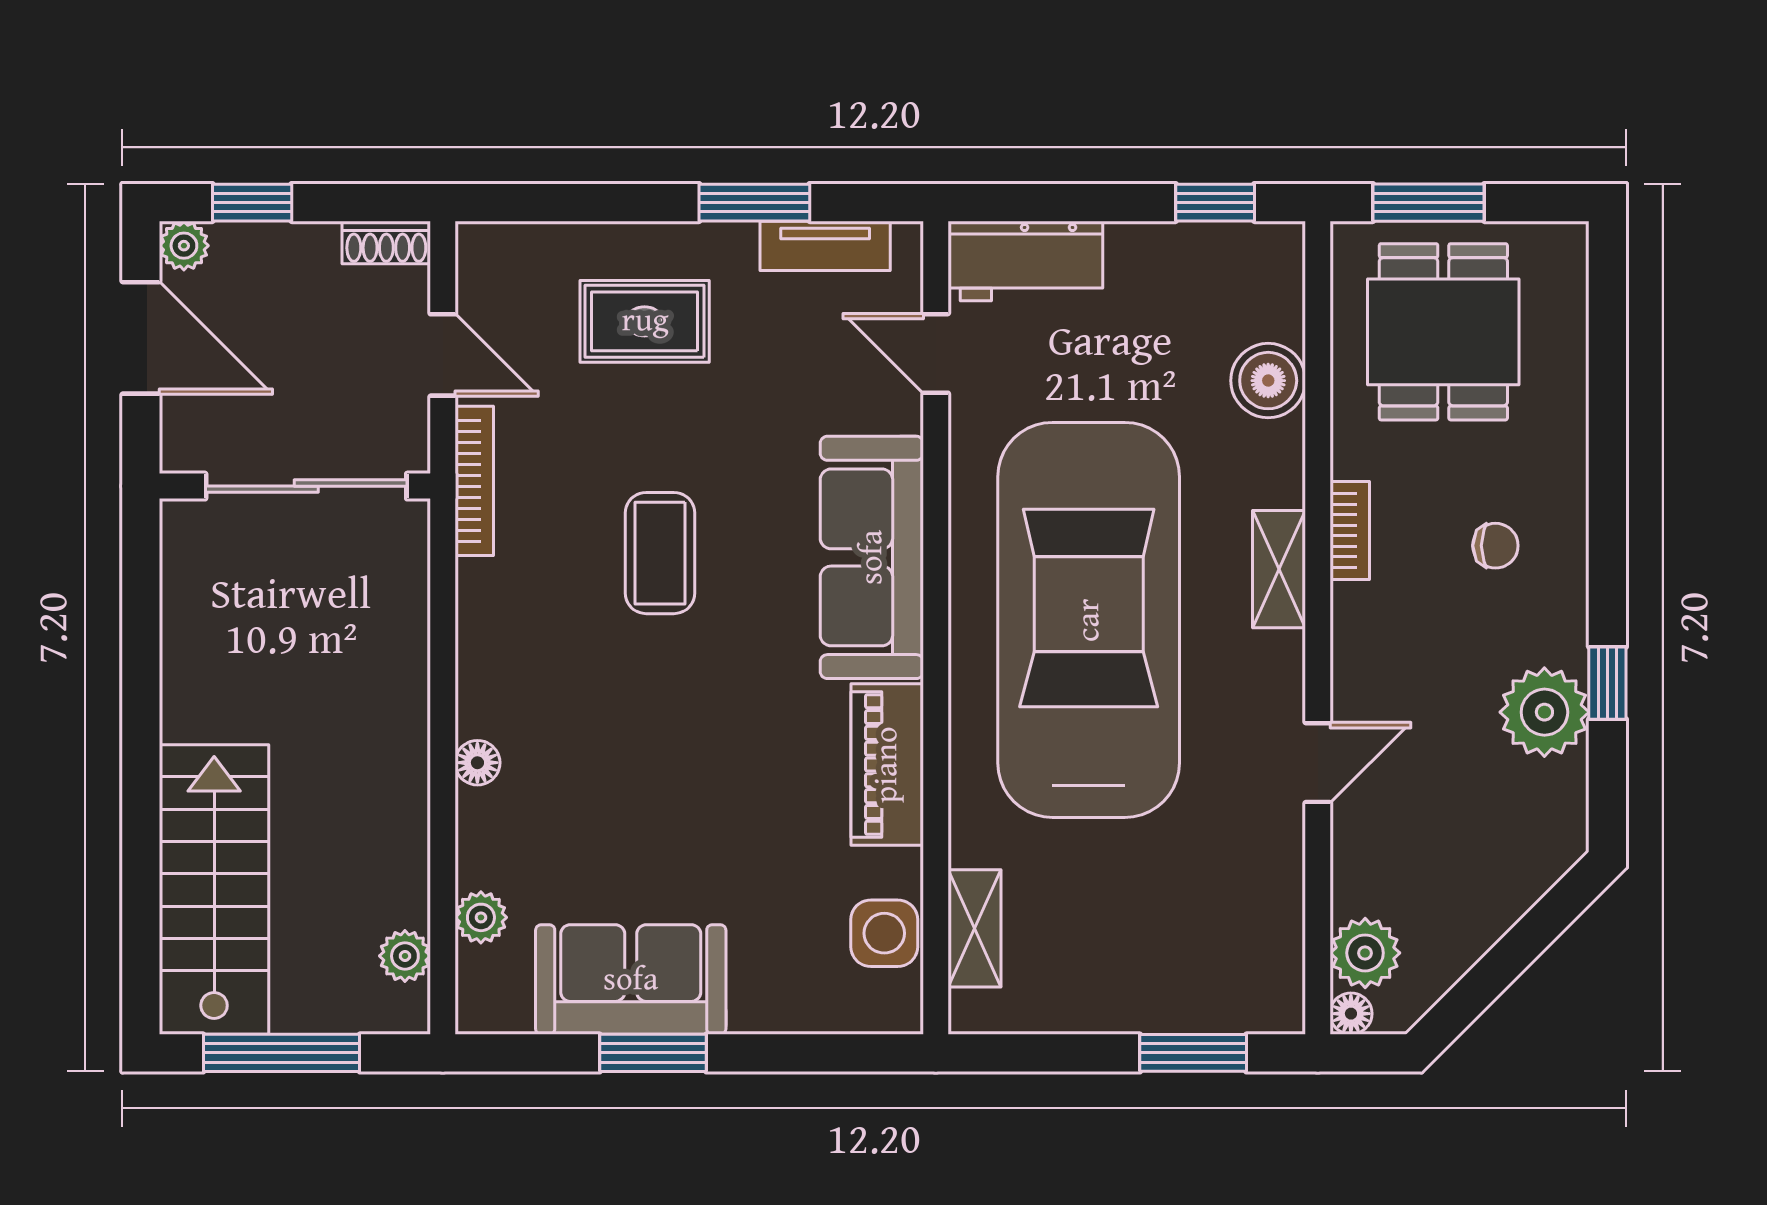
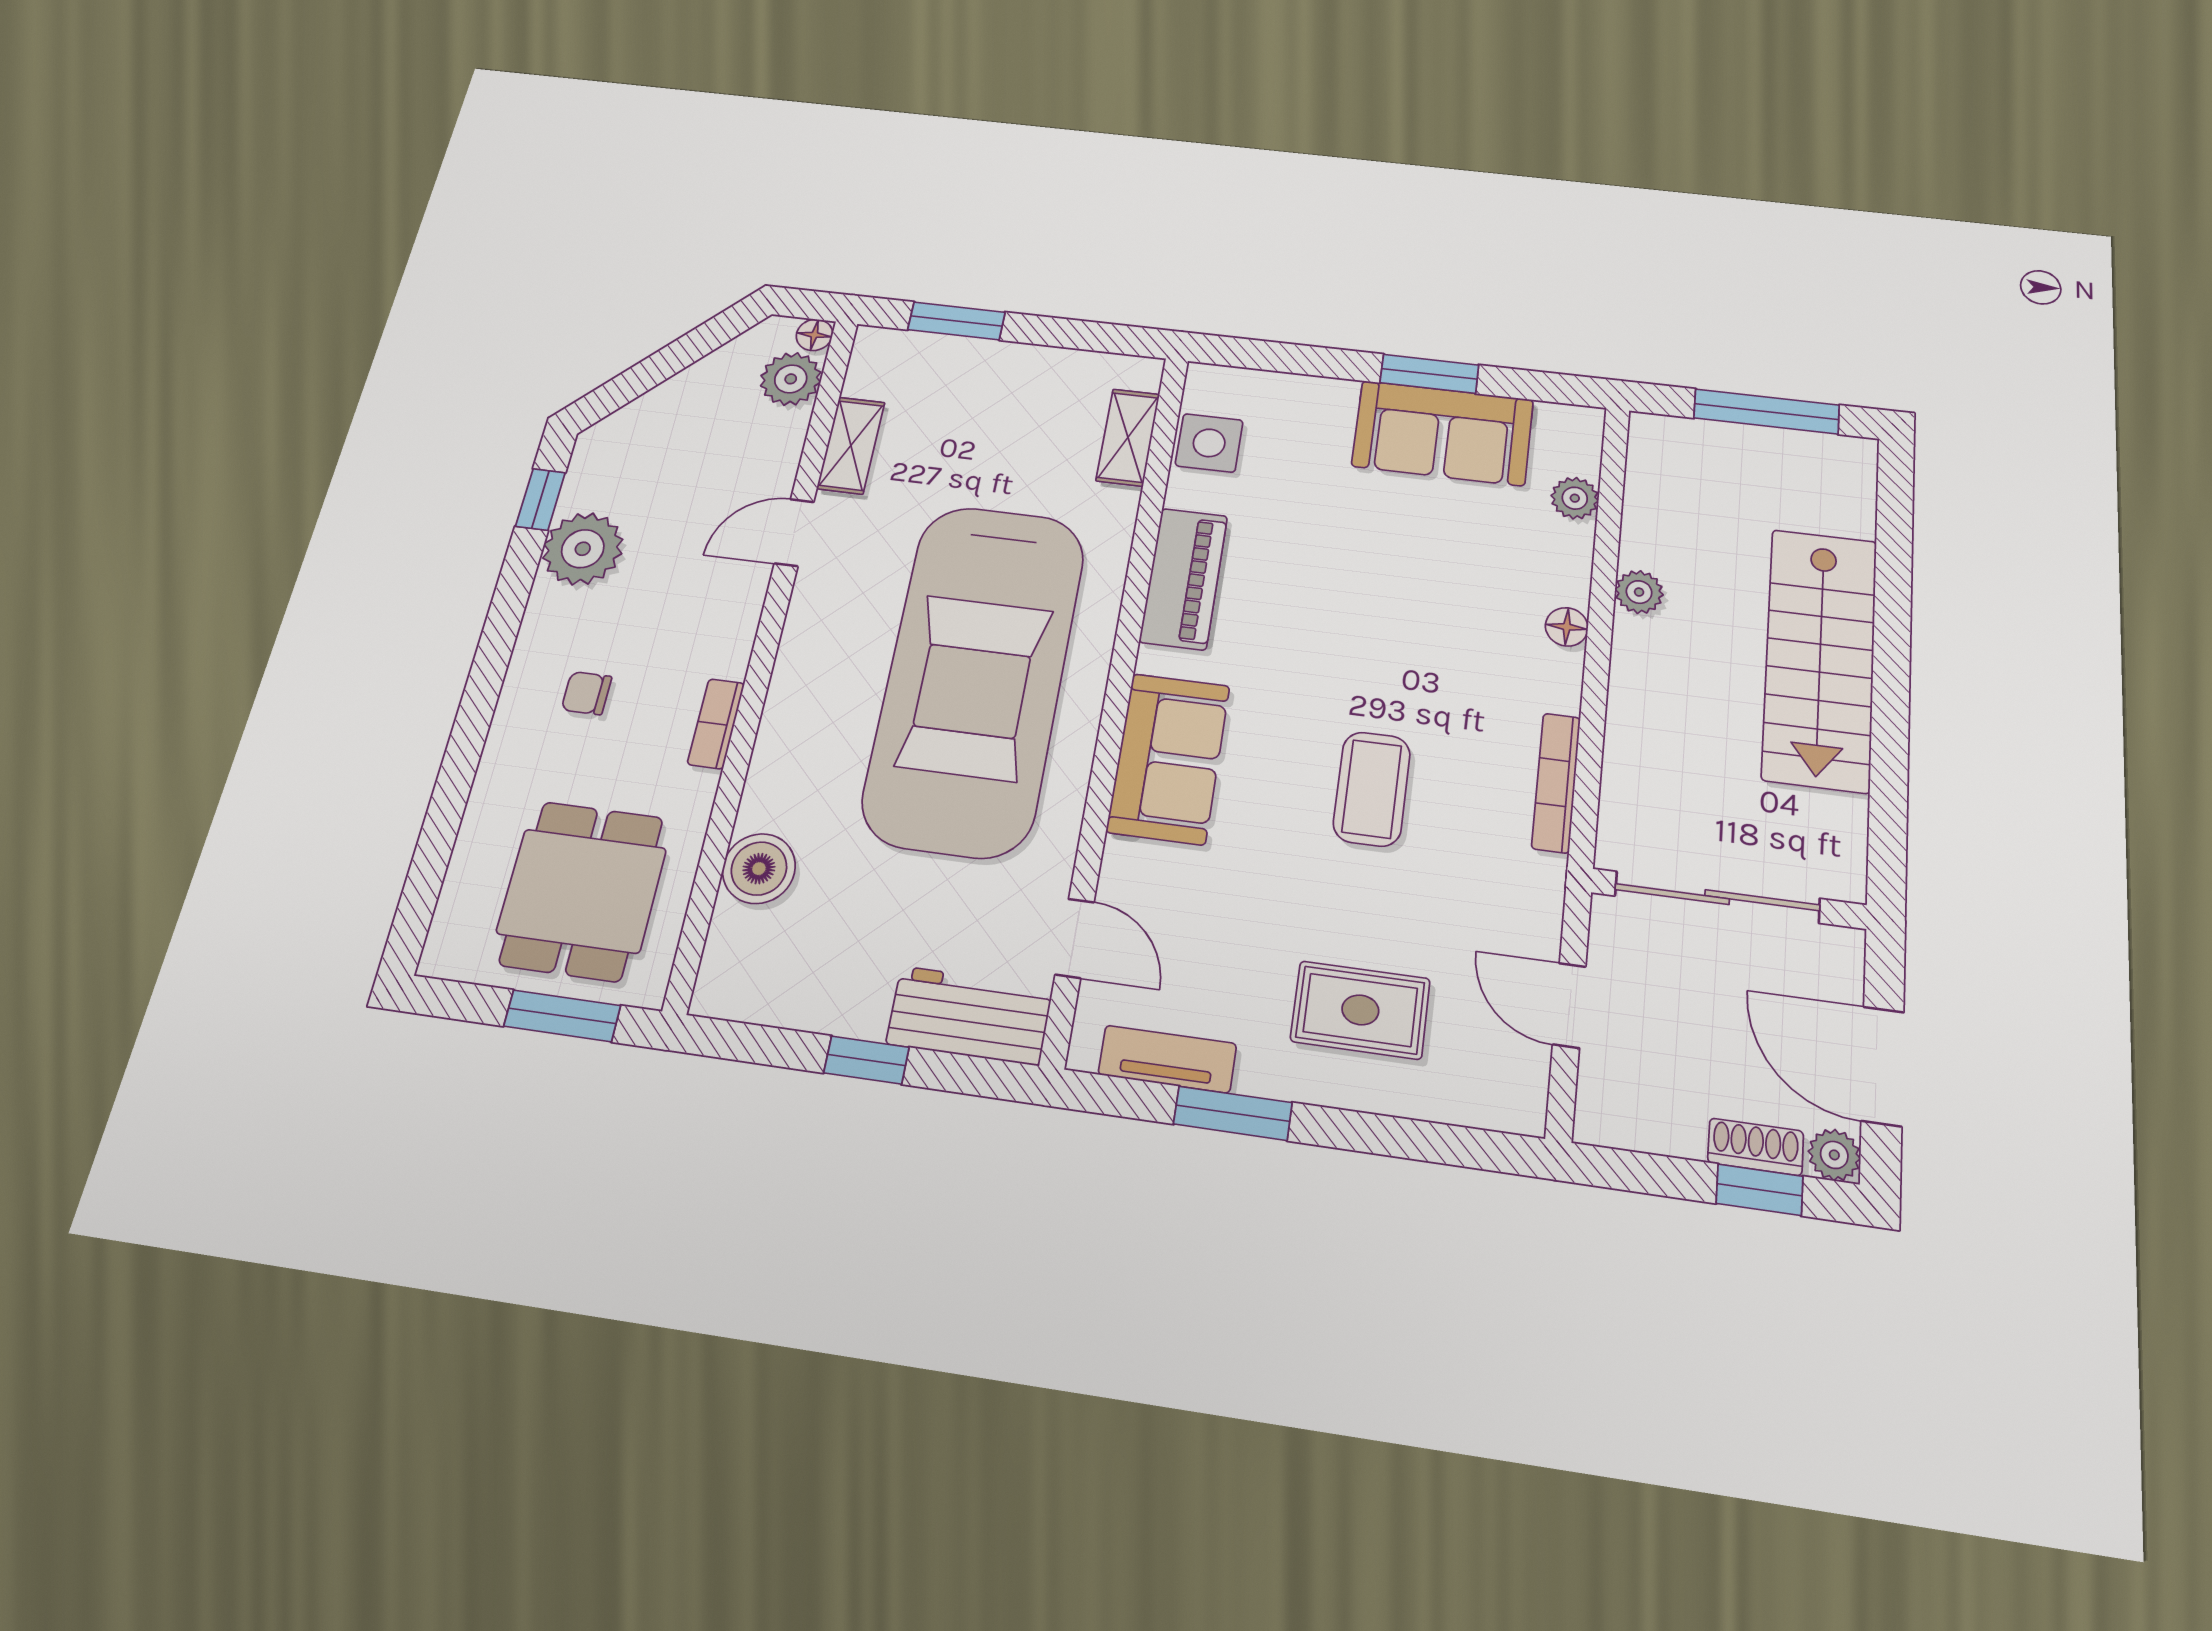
window: (1215, 203) -> (866, 1060), moved
shoe rack: (386, 243) -> (1756, 1147), moved
bookcase: (474, 481) -> (1556, 783), moved
sofa: (872, 557) -> (1168, 758), width x0.73
shelving: (1279, 569) -> (851, 445), moved
window: (1607, 683) -> (540, 499), moved
stairs: (214, 890) -> (1820, 658), moved
plant: (405, 956) -> (1639, 592), moved

